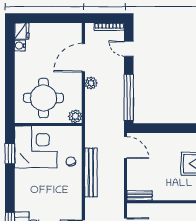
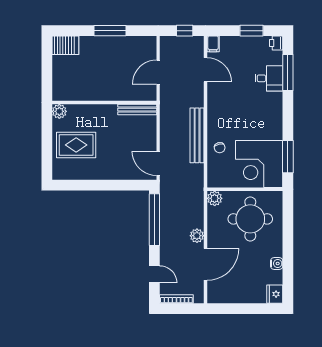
water cooler: (20, 46) -> (277, 263), moved
window: (10, 153) -> (288, 157), width x1.44
bench: (140, 195) -> (137, 110), width x1.36

